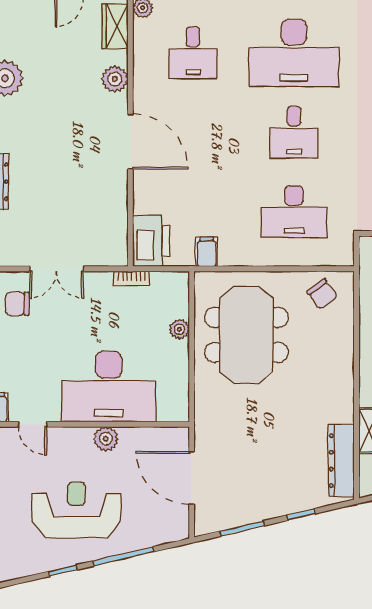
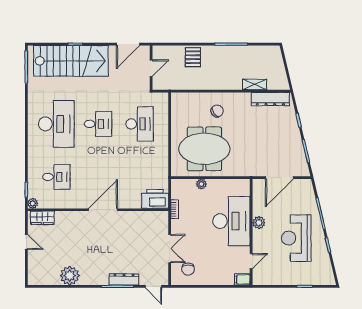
plant: (115, 79) -> (70, 218), removed
filing cabinet: (207, 252) -> (161, 170), removed
chair: (322, 294) -> (217, 111), moved

